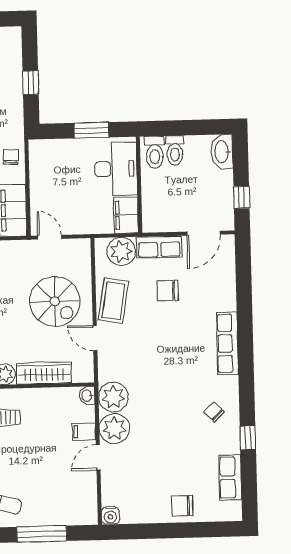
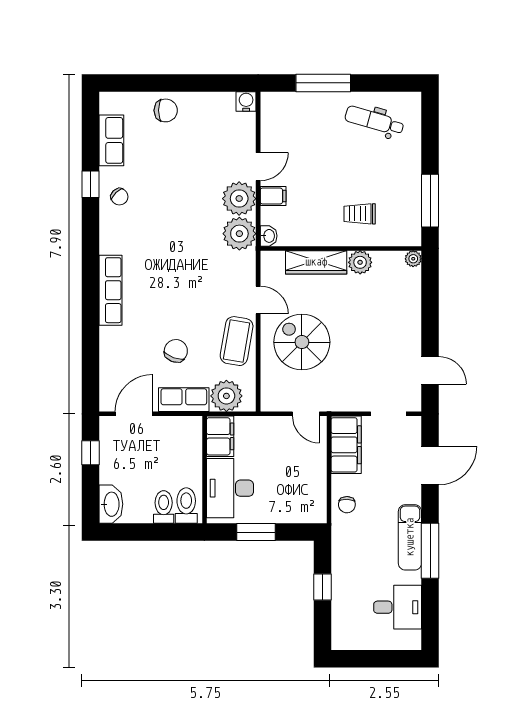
chair: (168, 291) -> (176, 351), turned -70
chair: (214, 412) -> (119, 197), moved

